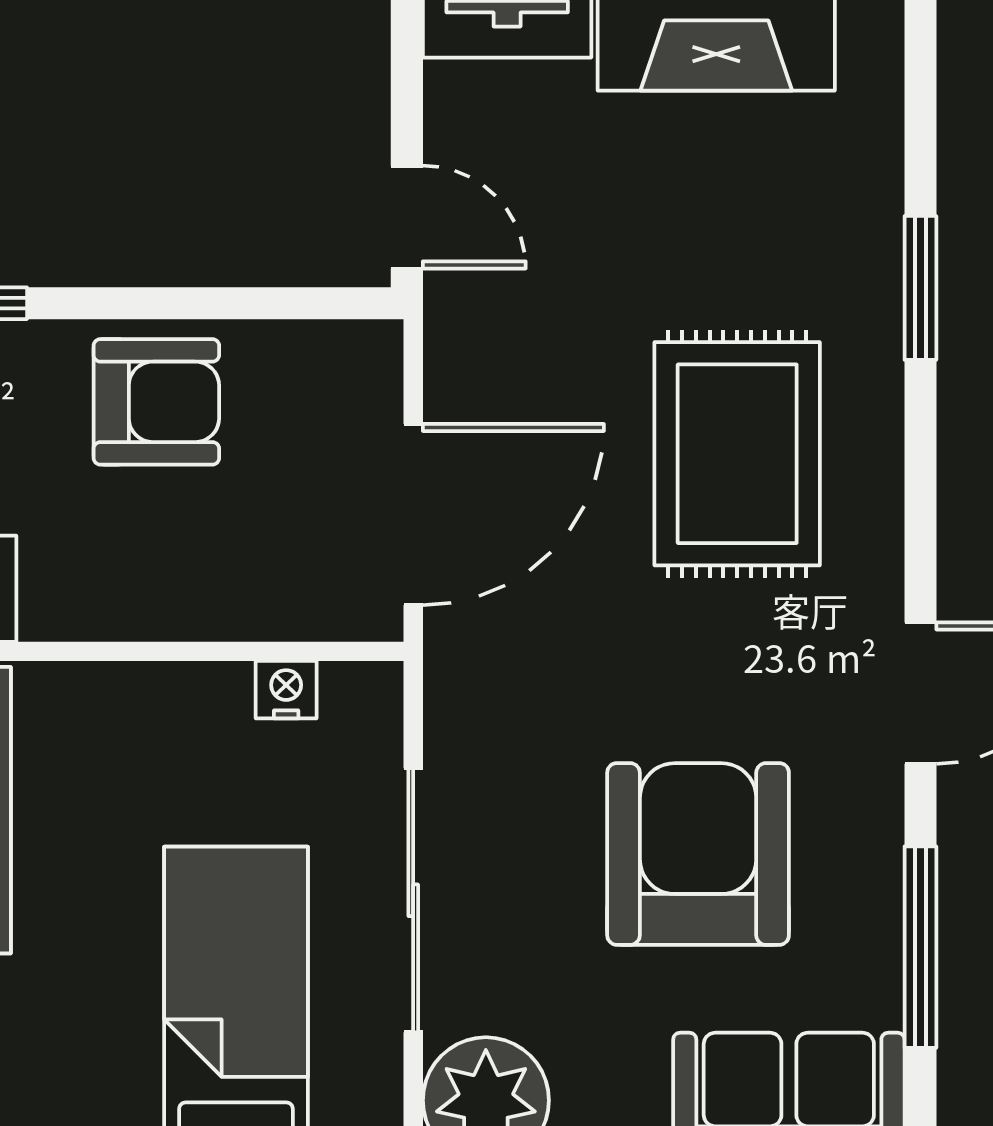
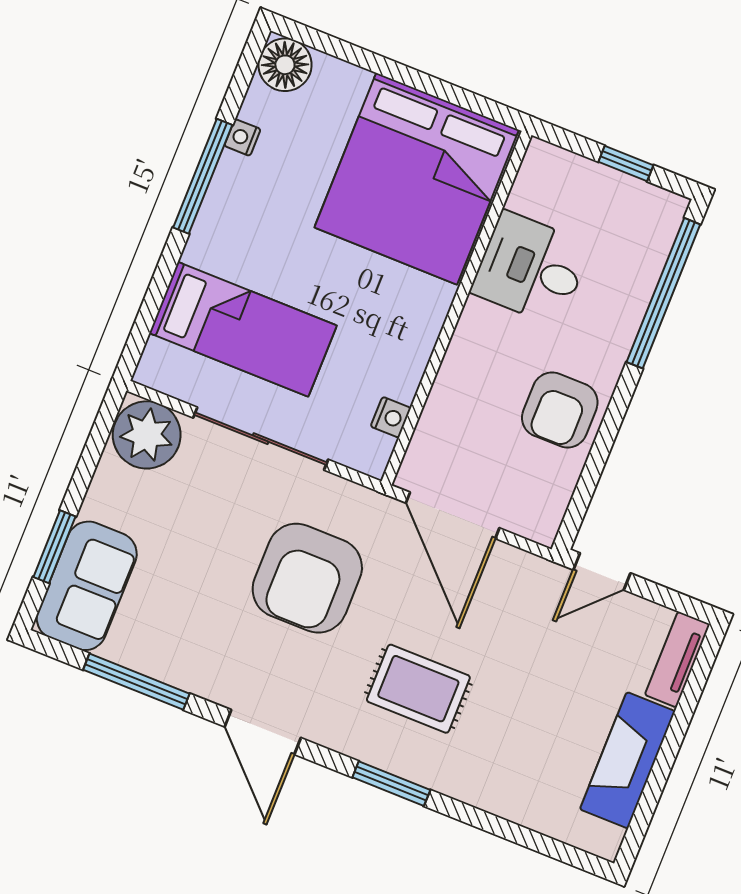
window: (920, 288) -> (391, 784), moved
rug: (737, 454) -> (418, 689), width x0.73, depth x0.70
armchair: (698, 854) -> (307, 578), moved, turned 90

